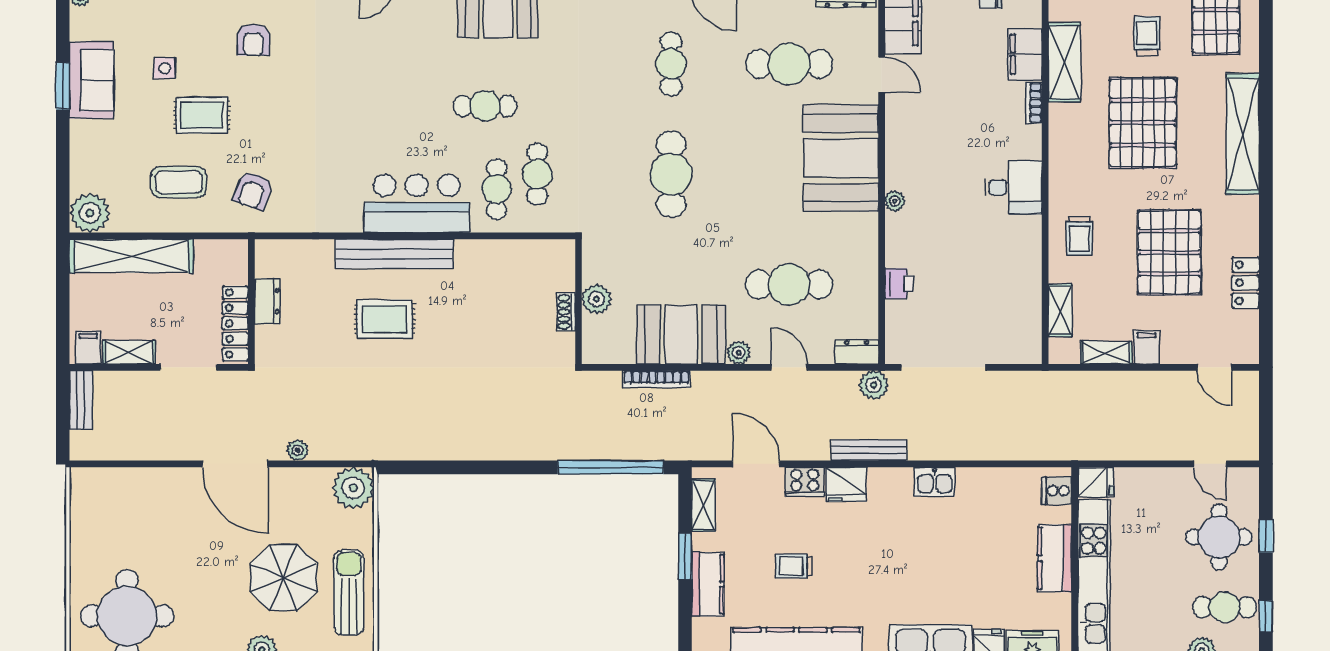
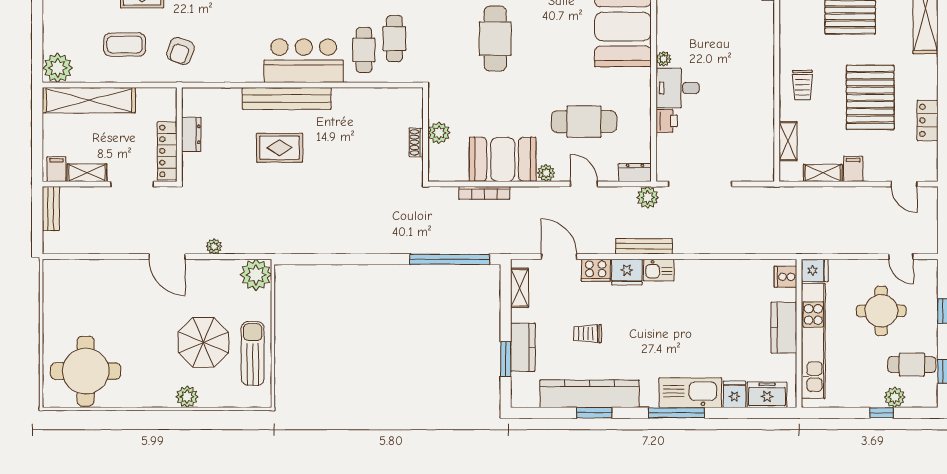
desk: (1013, 188) -> (678, 88), moved, turned 180
door: (235, 464) -> (167, 257), width x0.73
kitchen sink: (935, 482) -> (659, 270), moved
round table: (1219, 537) -> (881, 311), moved
window: (685, 556) -> (506, 359), moved

